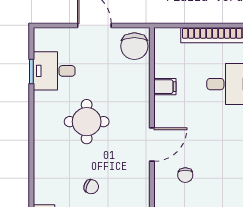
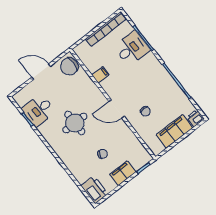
chair: (134, 46) -> (69, 66), turned 90
door: (152, 145) -> (117, 109), swing flipped

